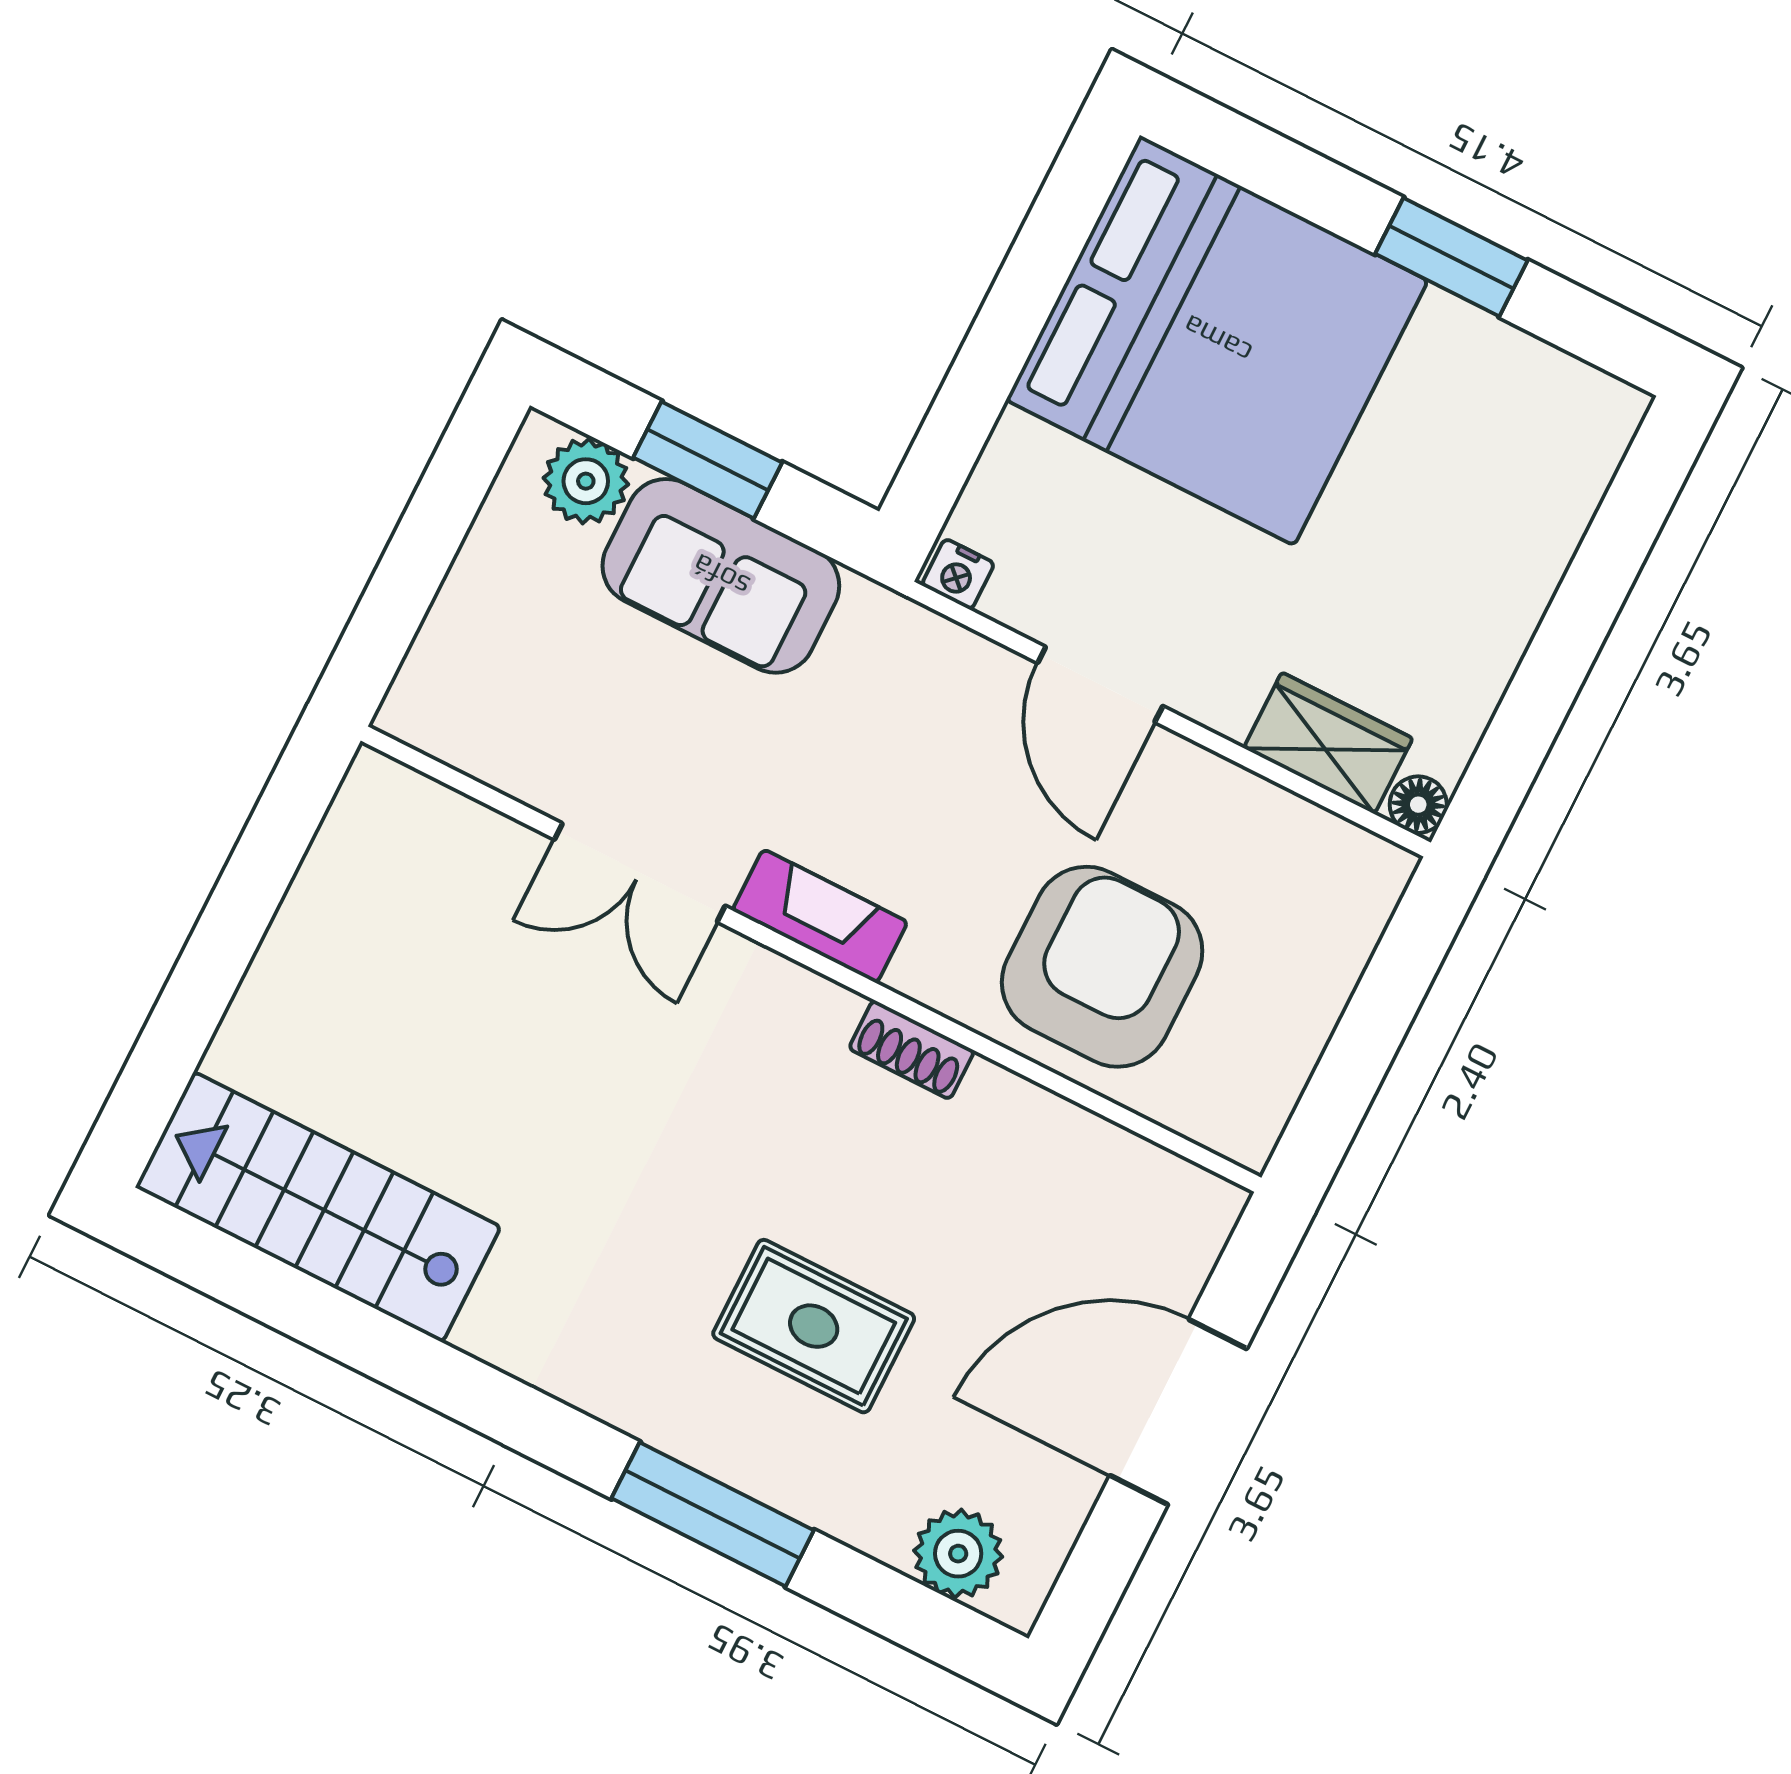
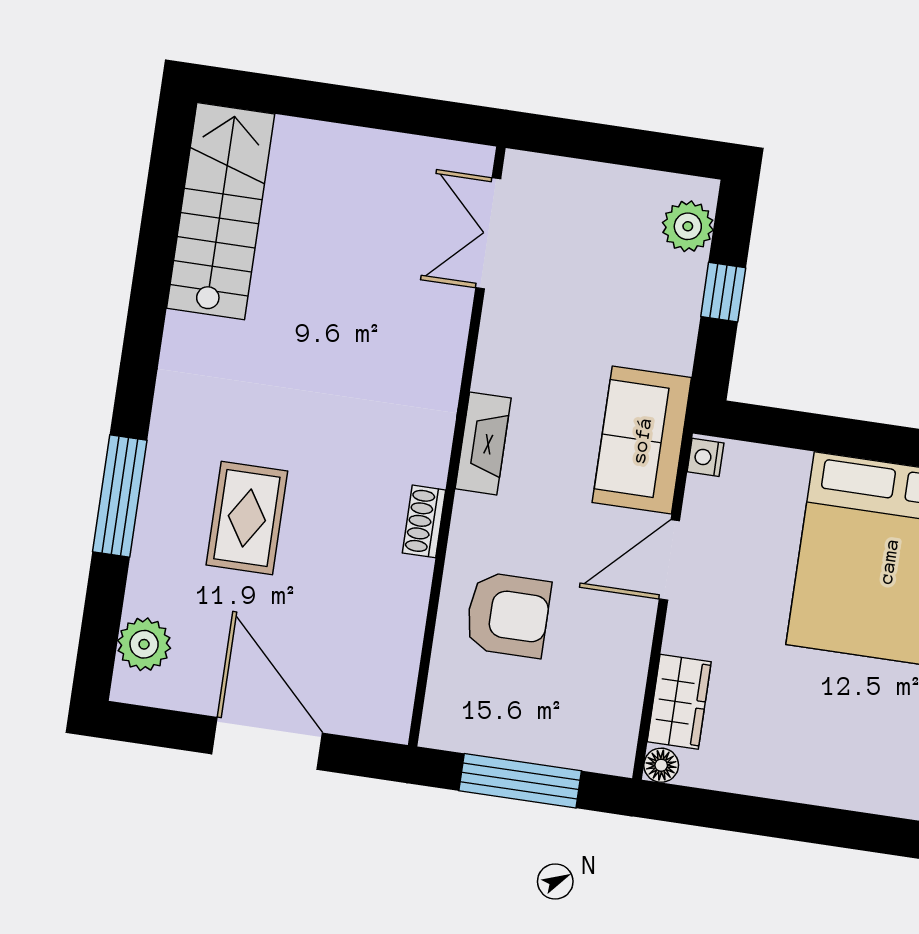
window: (708, 460) -> (723, 292), width x0.67
sofa: (721, 576) -> (642, 440), moved
double door: (640, 873) -> (488, 233), moved
armchair: (1102, 967) -> (508, 615), width x0.73, depth x0.73
window: (1369, 1034) -> (520, 781), added

